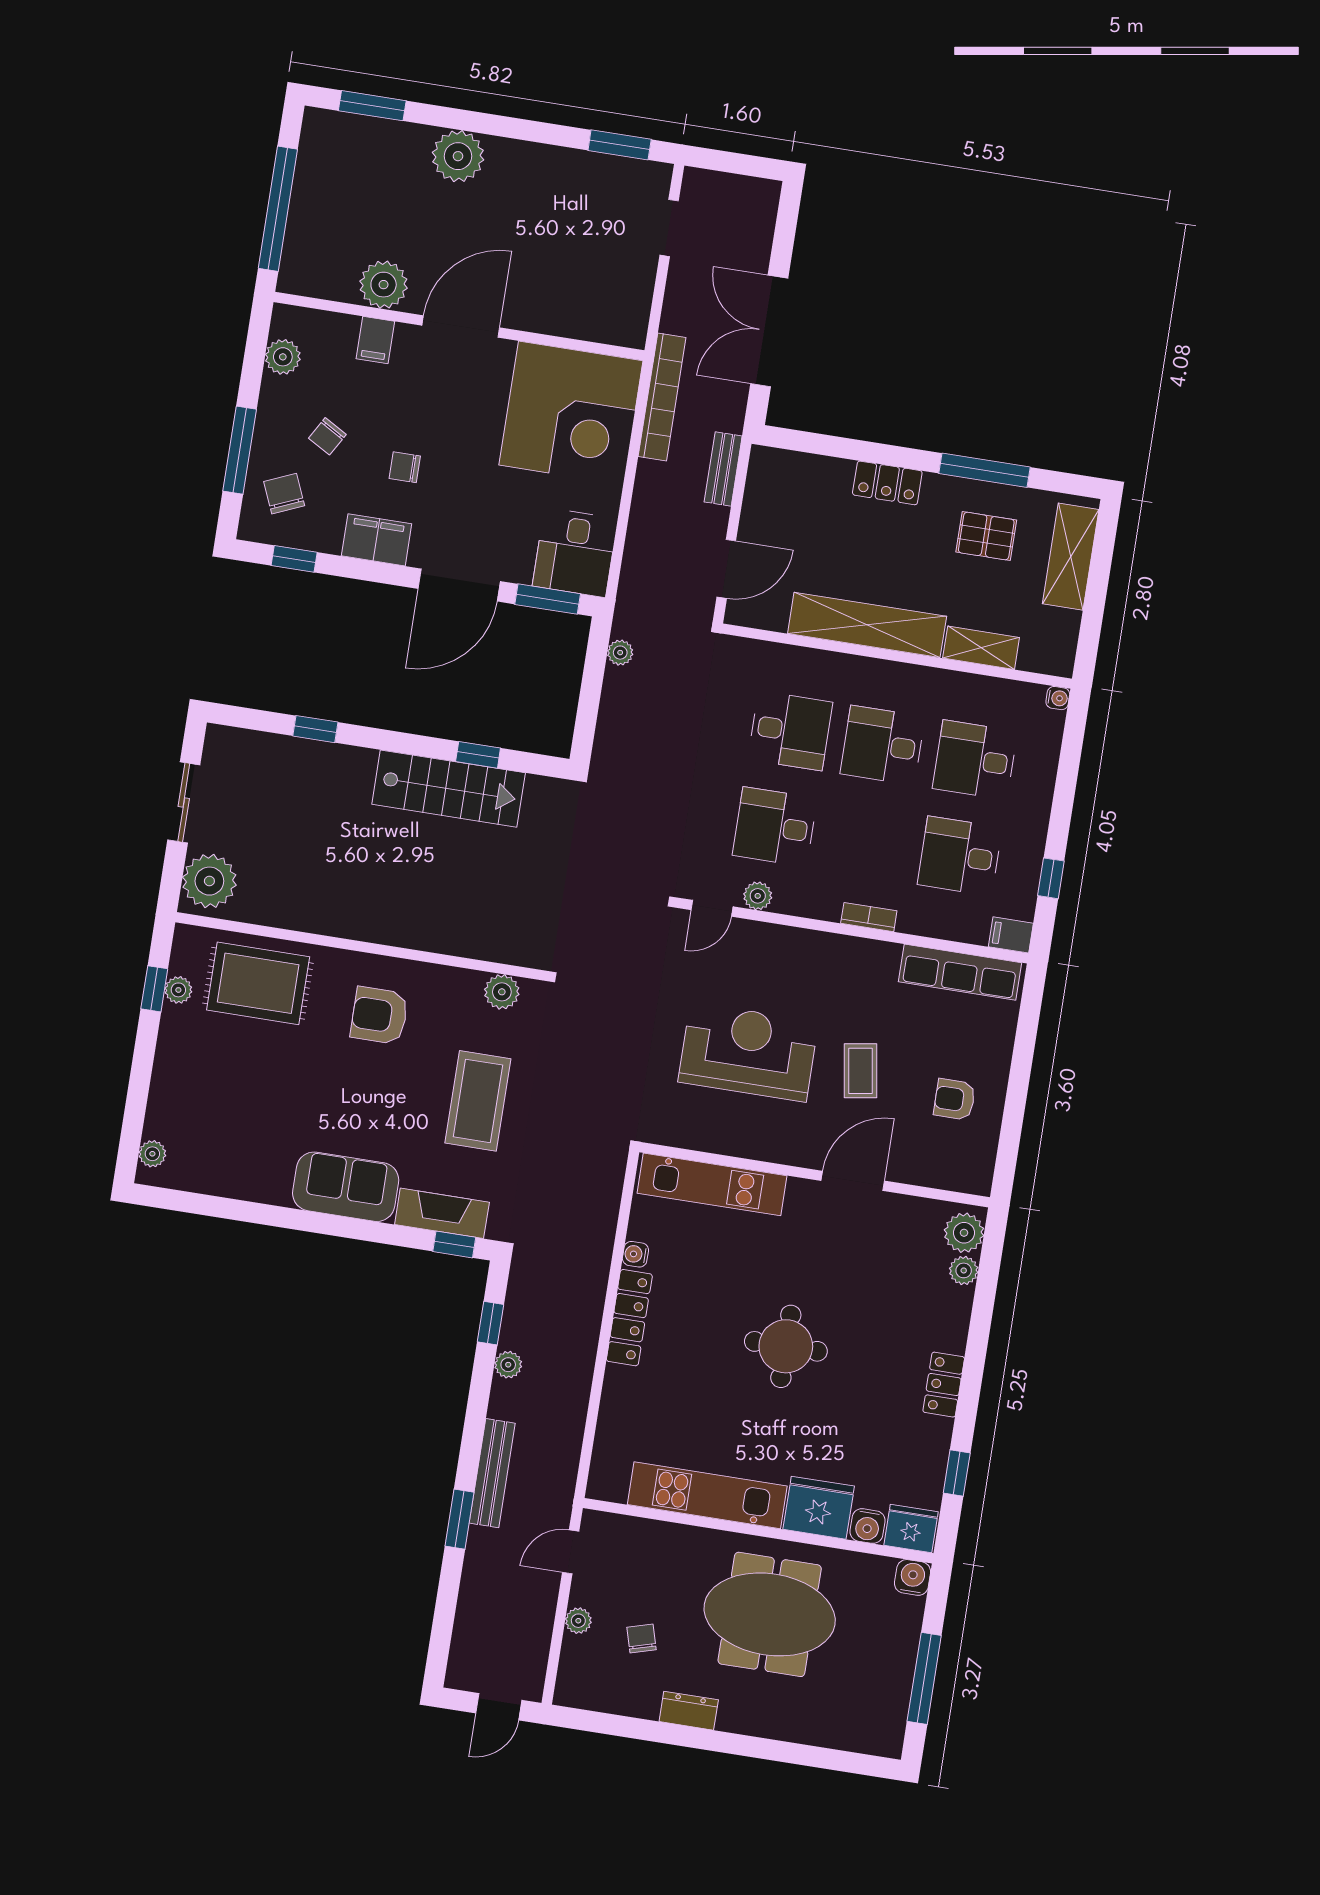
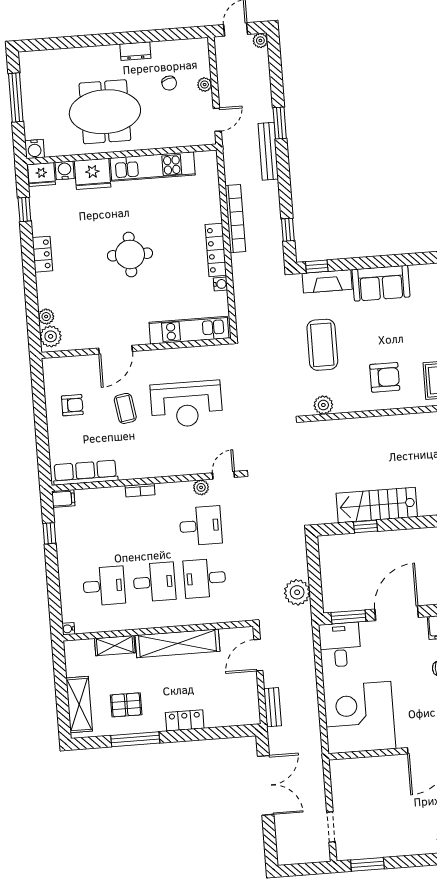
bookcase: (662, 397) -> (235, 219), moved, turned 180
plant: (620, 653) -> (297, 592), width x1.88, depth x1.88
desk: (960, 856) -> (100, 534), removed
plant: (508, 1365) -> (260, 41), moved

